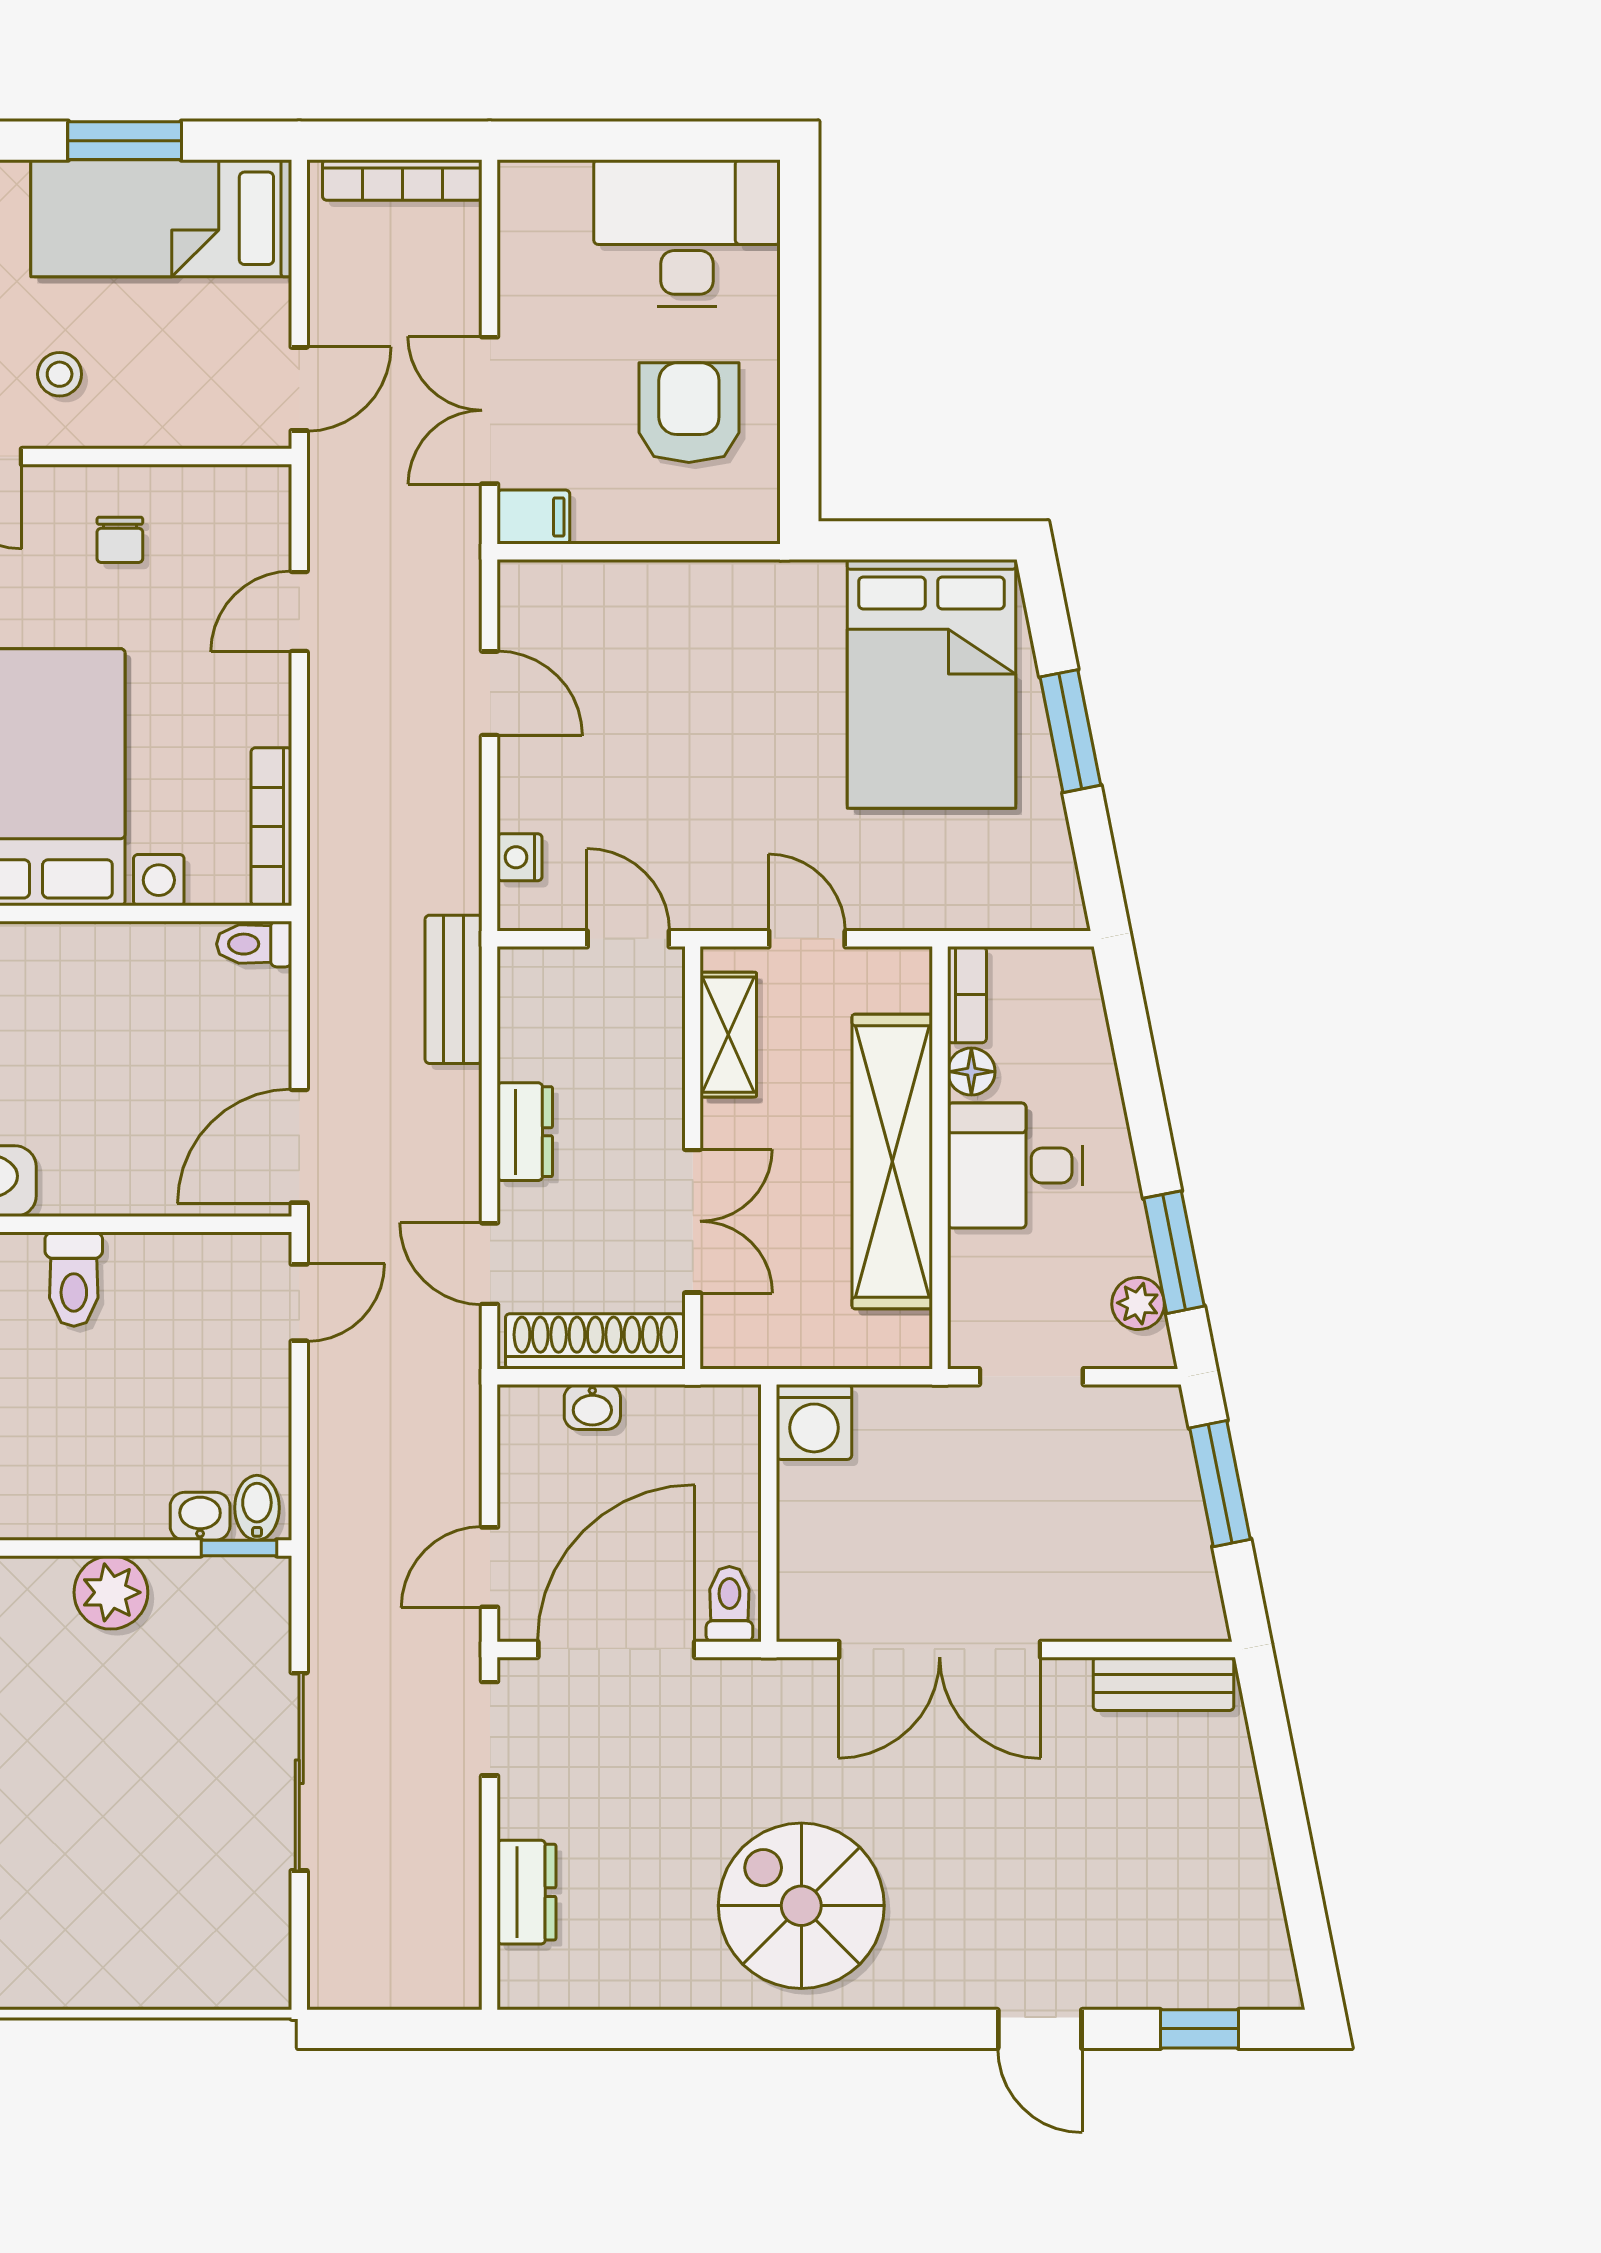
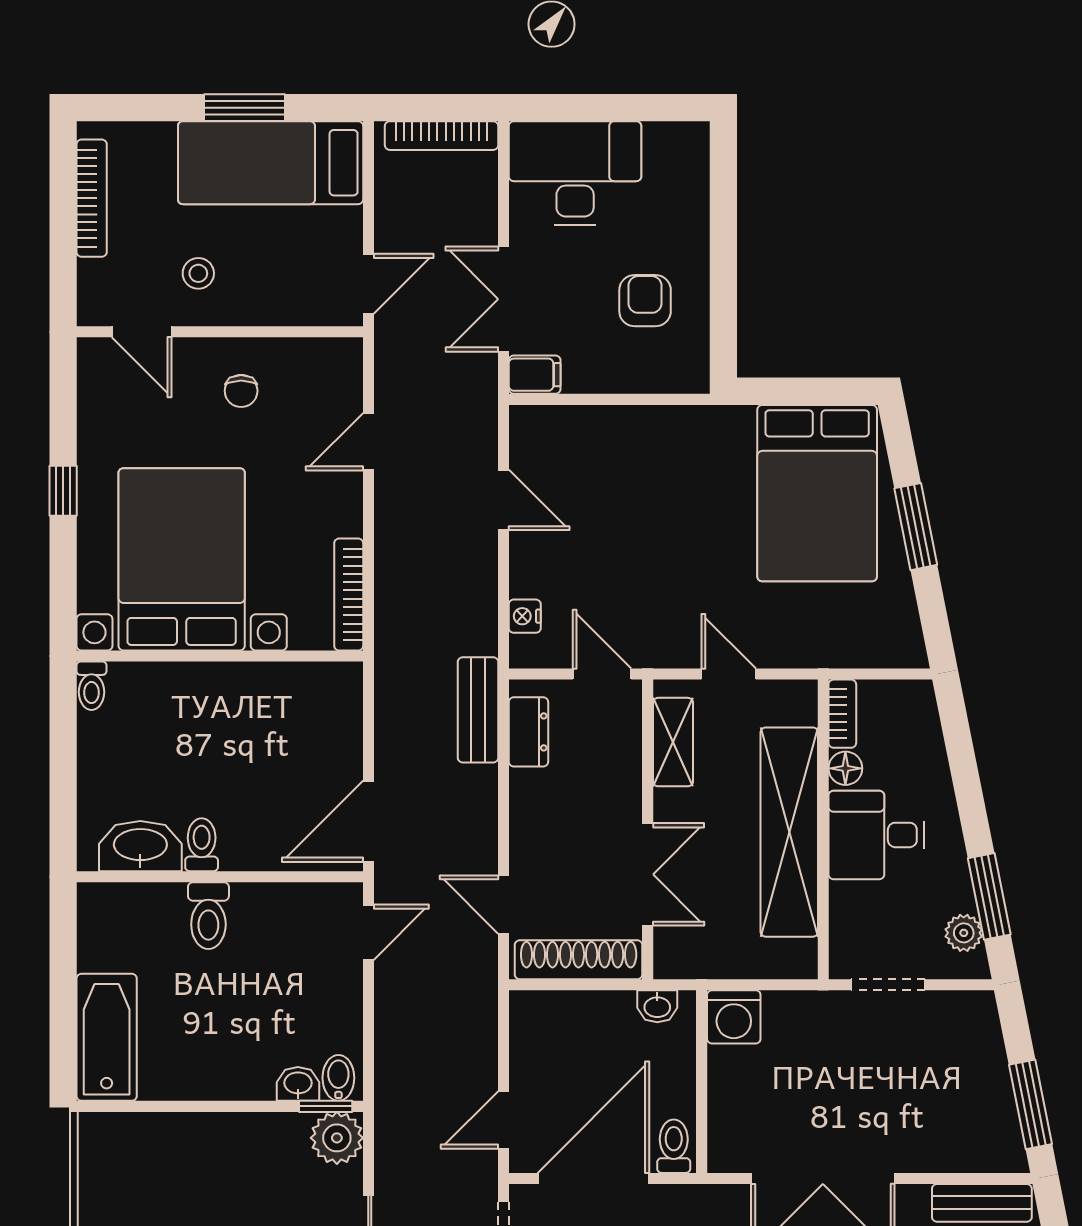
desk: (687, 233) -> (575, 173), moved
armchair: (689, 413) -> (645, 301), width x0.72, depth x0.72
toilet: (254, 944) -> (202, 845), moved, turned 90
dresser: (525, 1132) -> (528, 732), moved
washbasin: (592, 1407) -> (657, 1006), moved
window: (1220, 1484) -> (1031, 1104), moved
plant: (111, 1592) -> (337, 1138), moved

